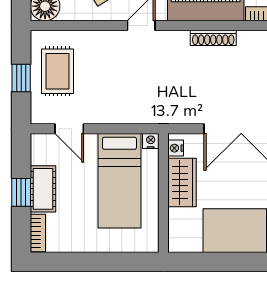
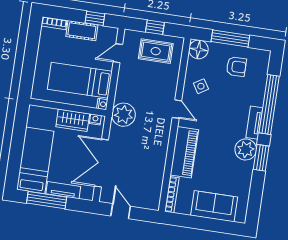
shoe rack: (213, 38) -> (162, 154), removed
plant: (162, 106) -> (124, 115), added
window: (21, 192) -> (95, 18), moved

